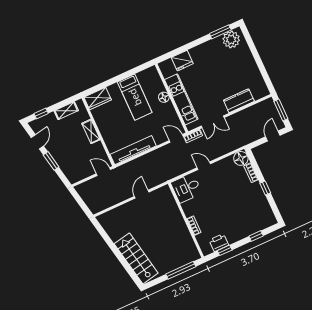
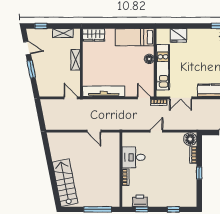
bed: (135, 97) -> (135, 37), moved, turned 90
door: (37, 142) -> (27, 48), hinge flipped
door: (204, 166) -> (156, 131), hinge flipped
desk: (186, 188) -> (134, 157), moved
door: (142, 194) -> (94, 131), swing flipped

